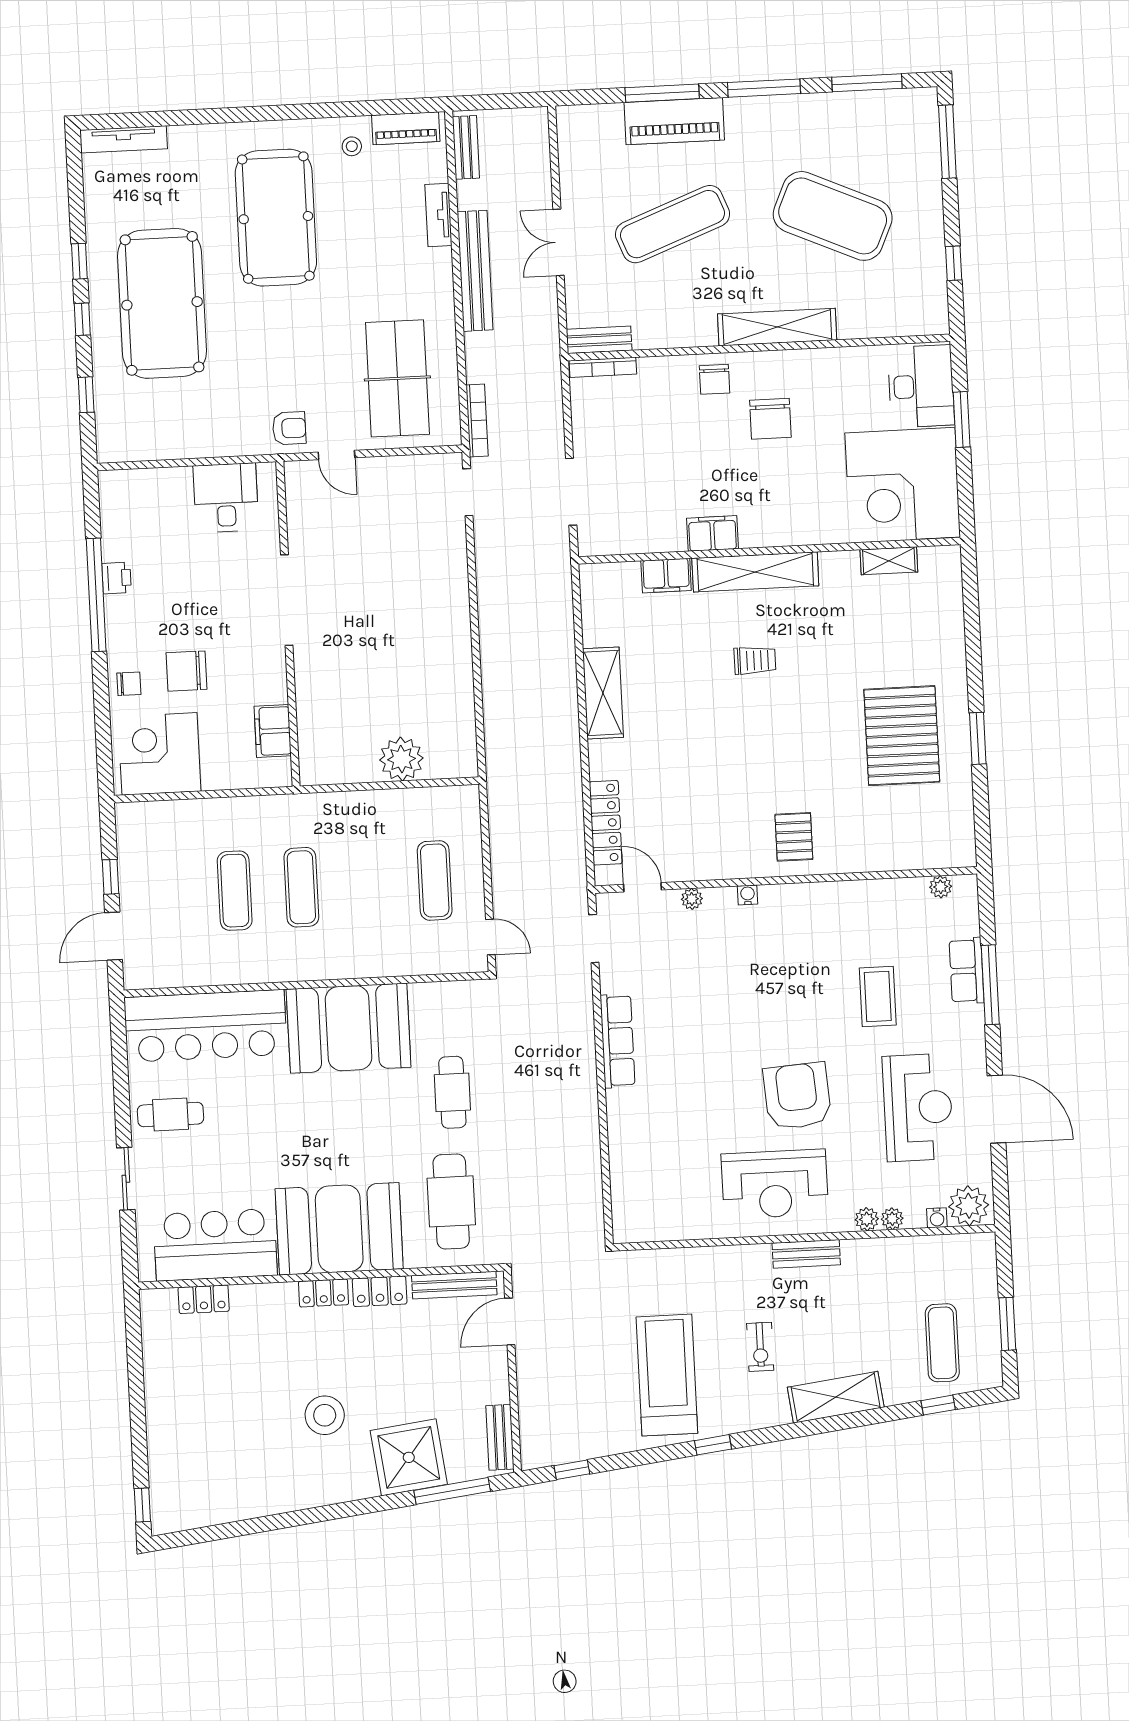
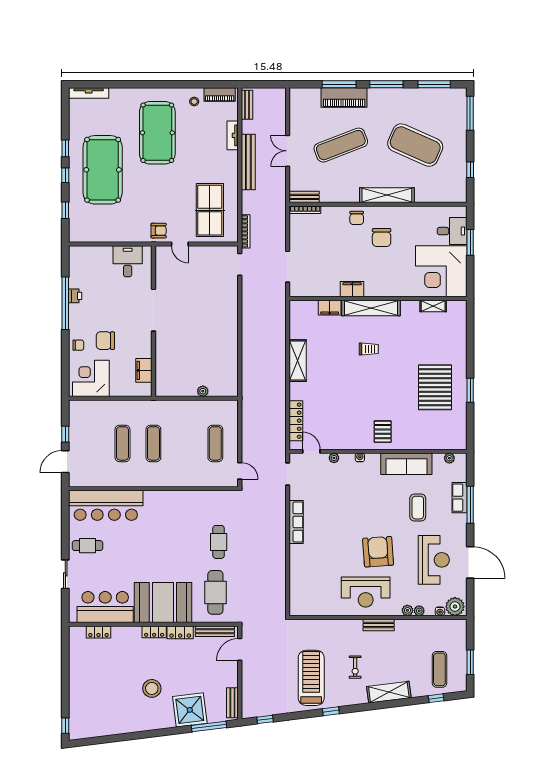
desk: (921, 386) -> (452, 231), width x0.73
plant: (401, 759) -> (203, 391), width x0.53, depth x0.53
sofa: (848, 904) -> (406, 464), added
booth: (349, 1028) -> (172, 510), removed

